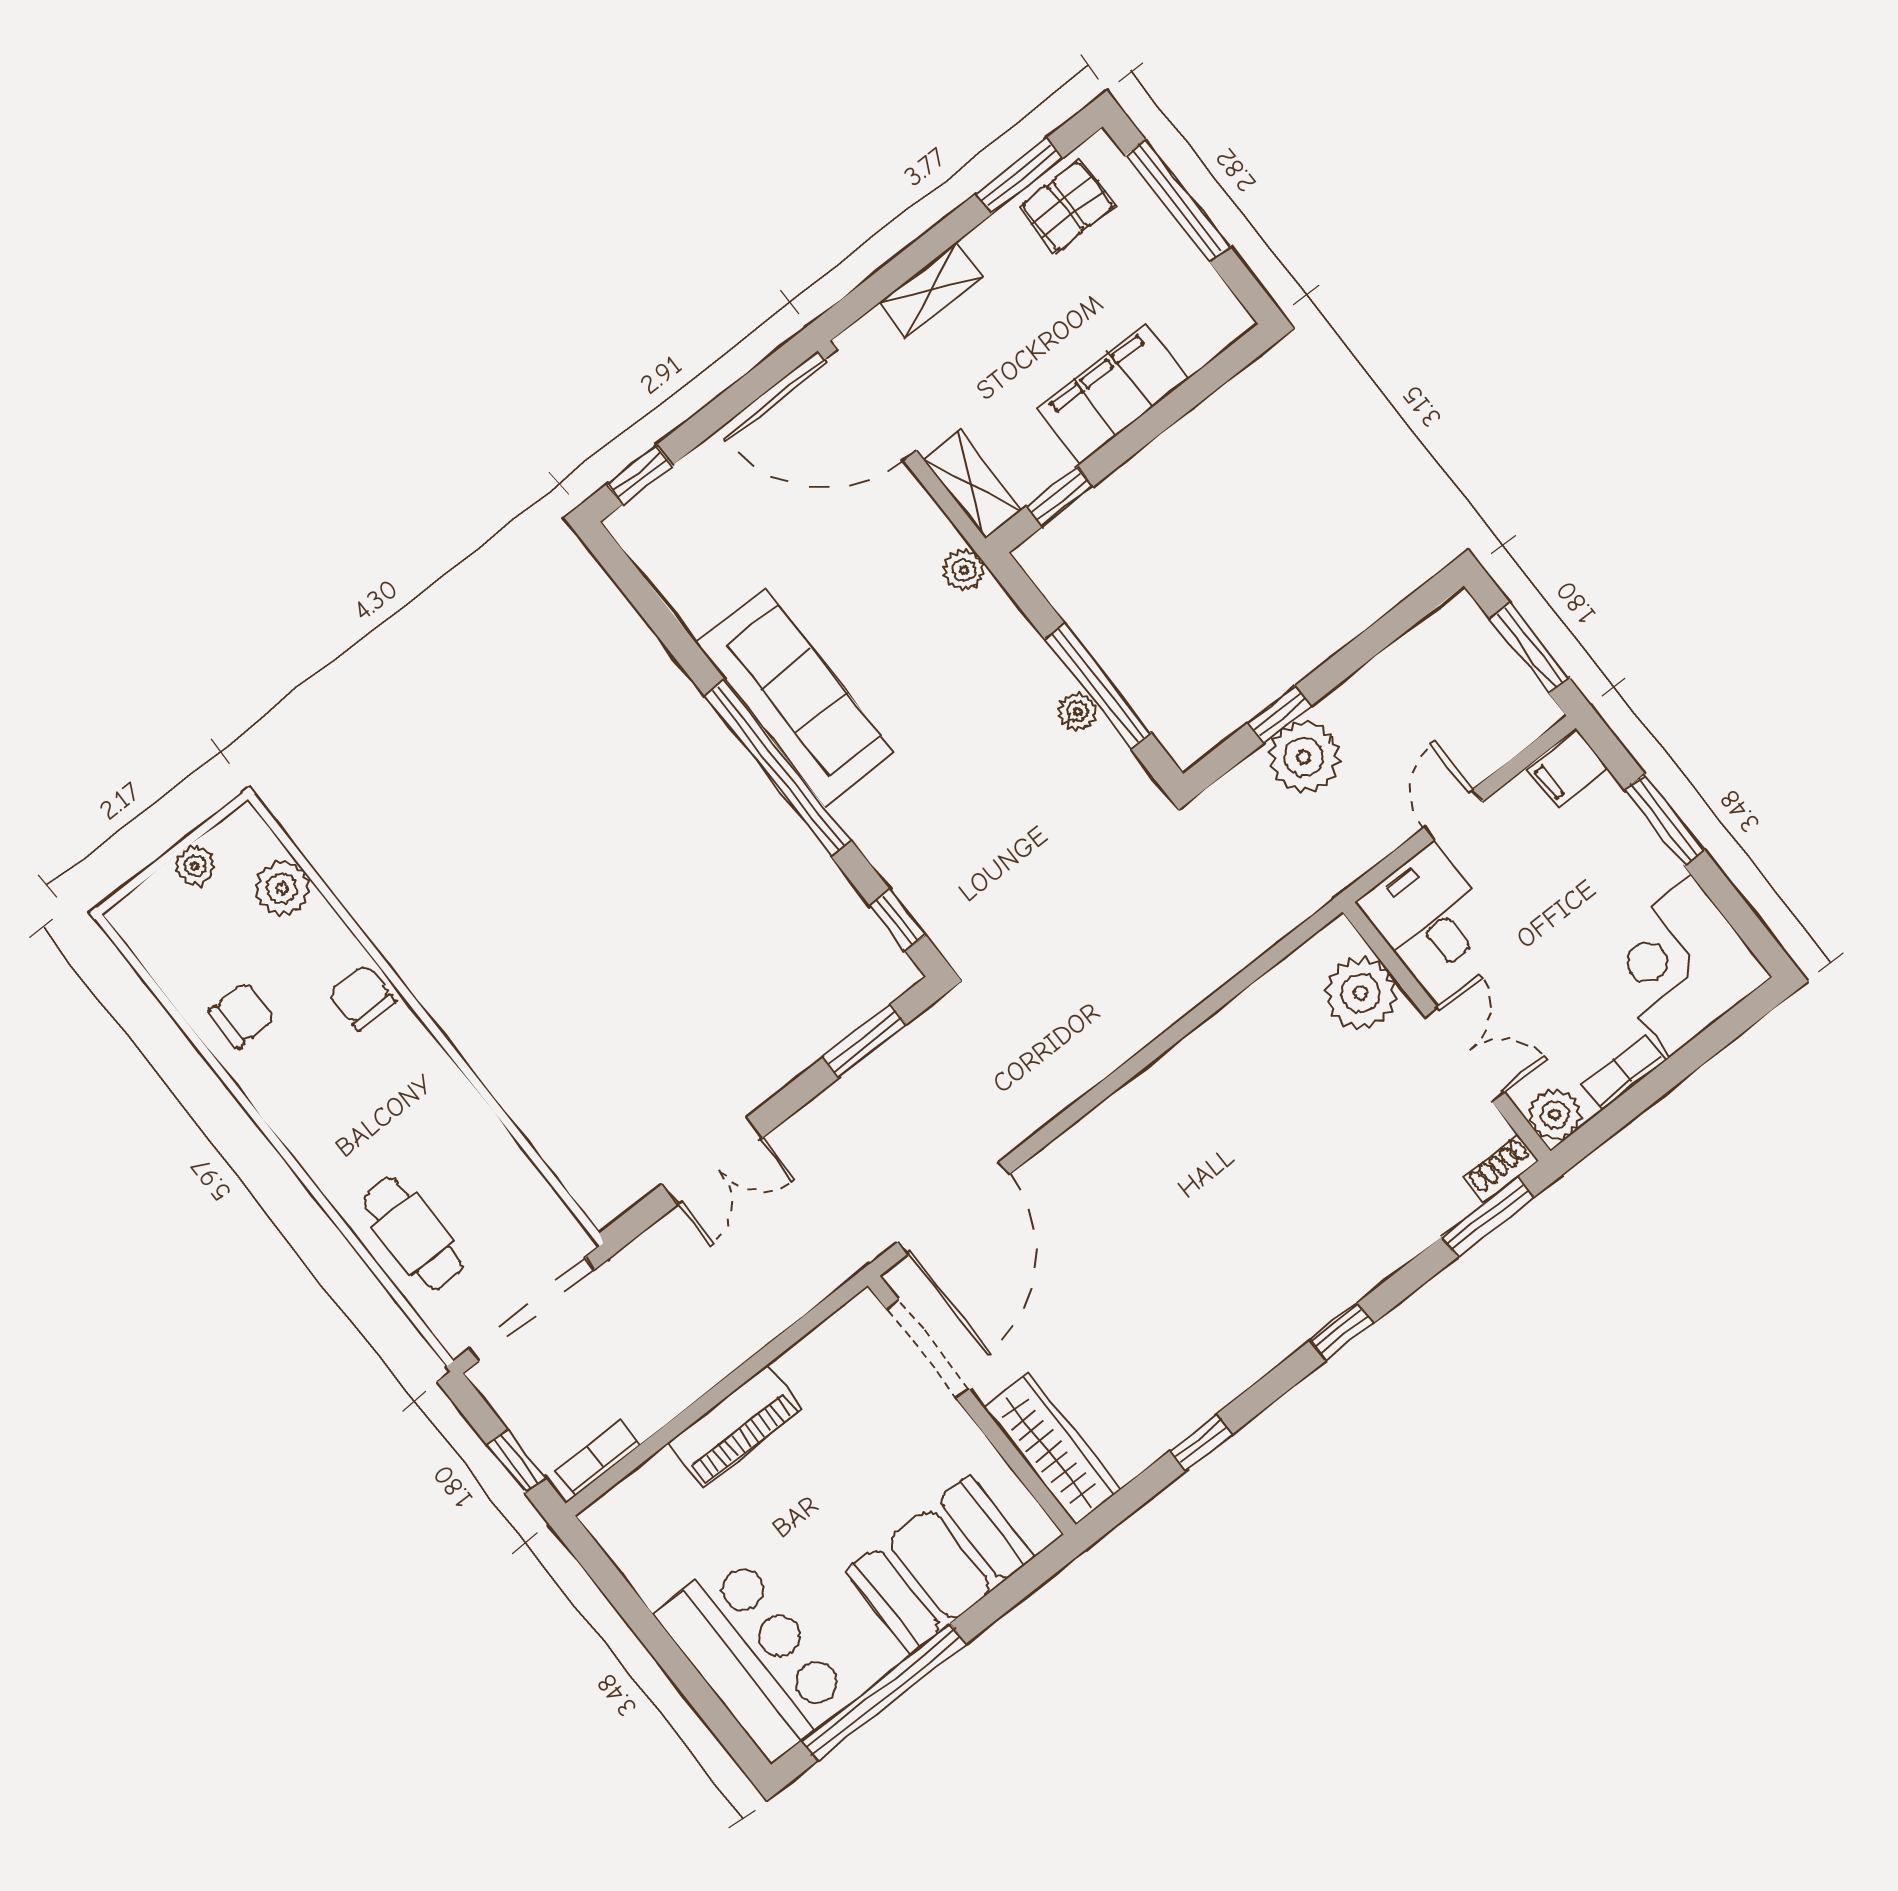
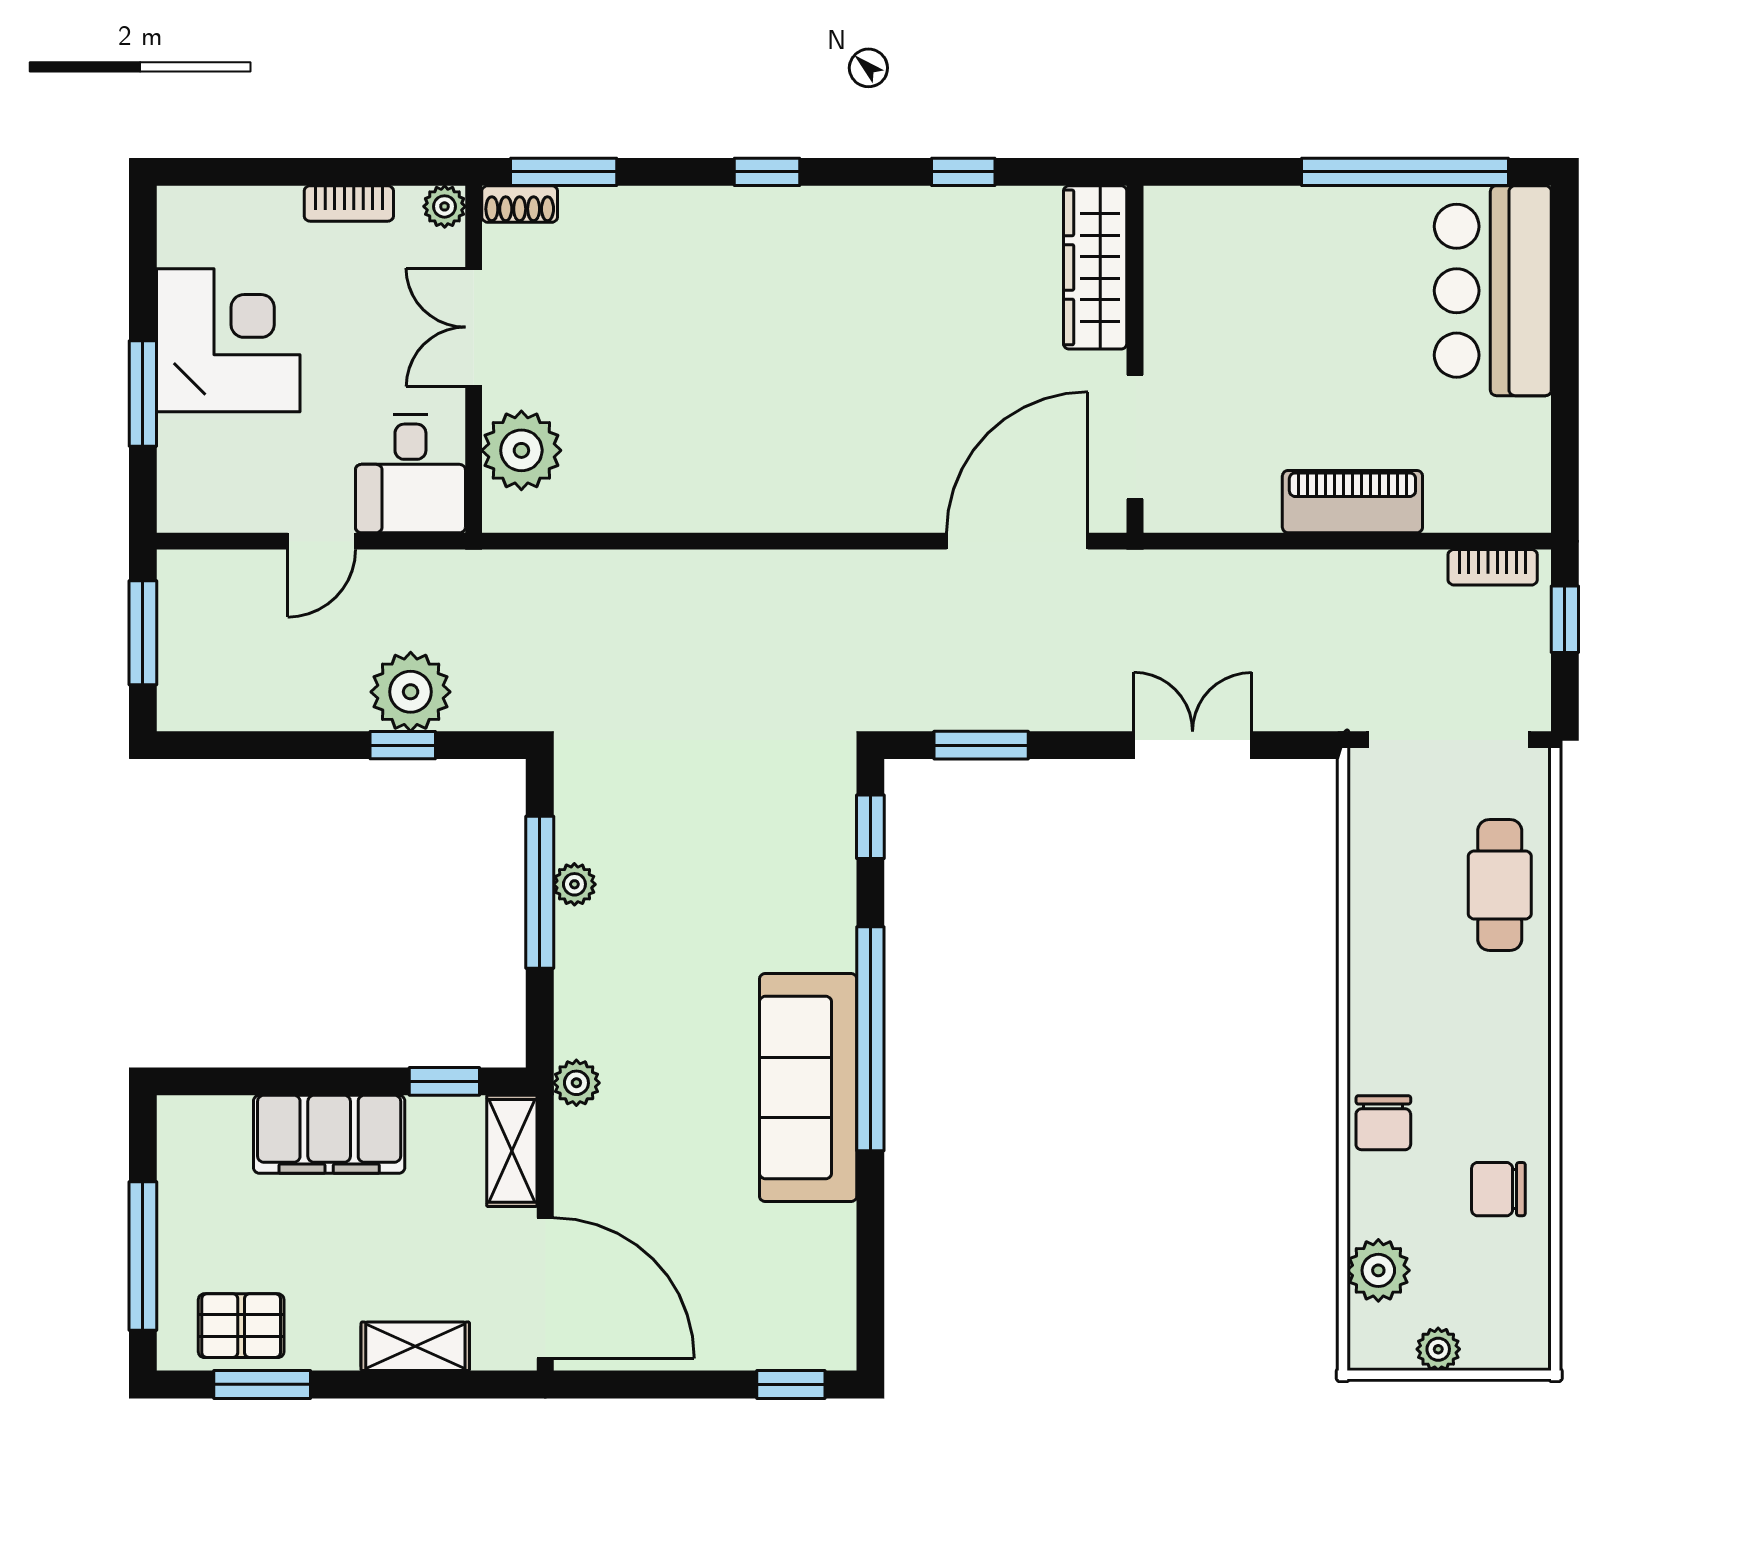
filing cabinet: (1567, 769) -> (192, 504), removed
corner desk: (1680, 966) -> (228, 340), moved, turned -90
plant: (1555, 1115) -> (445, 206), width x0.73, depth x0.73
booth: (940, 1564) -> (1270, 244), removed

